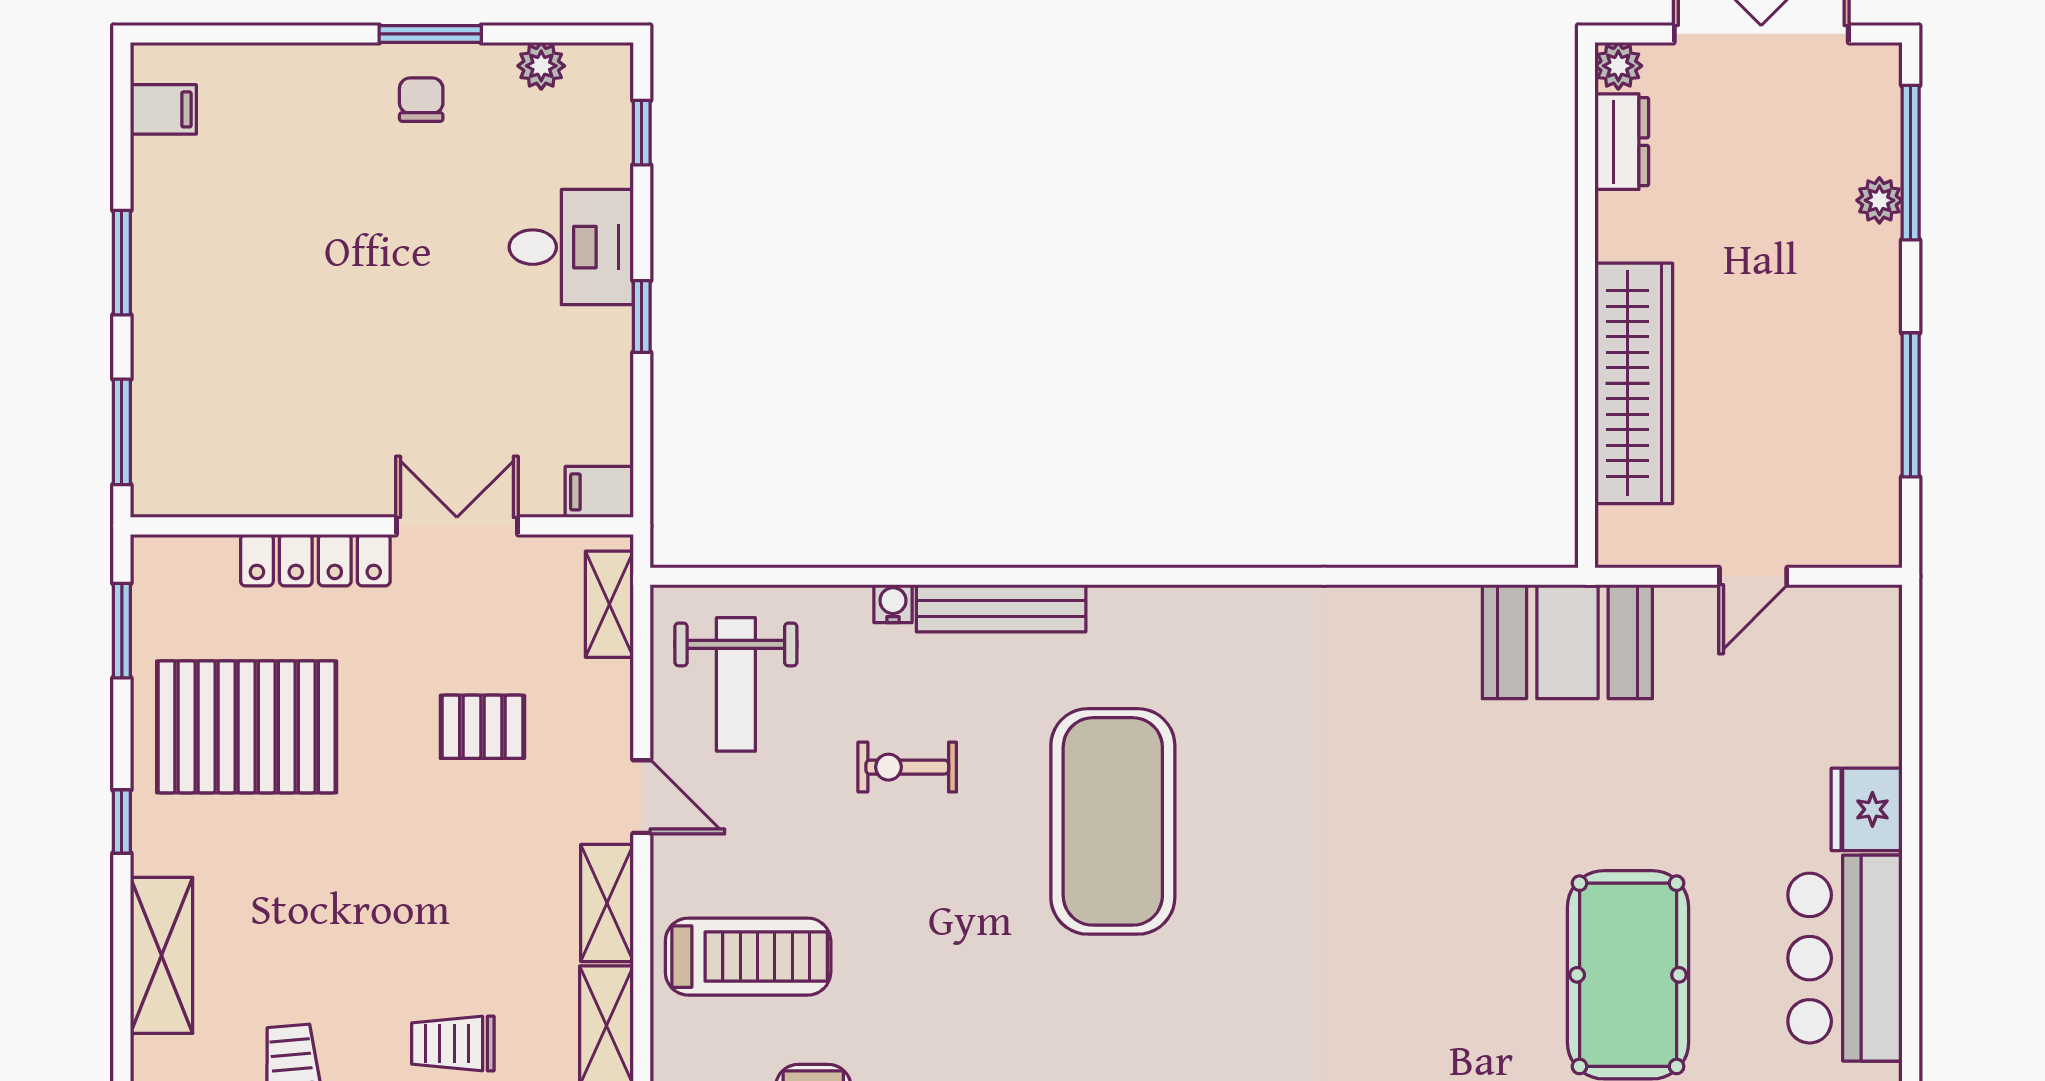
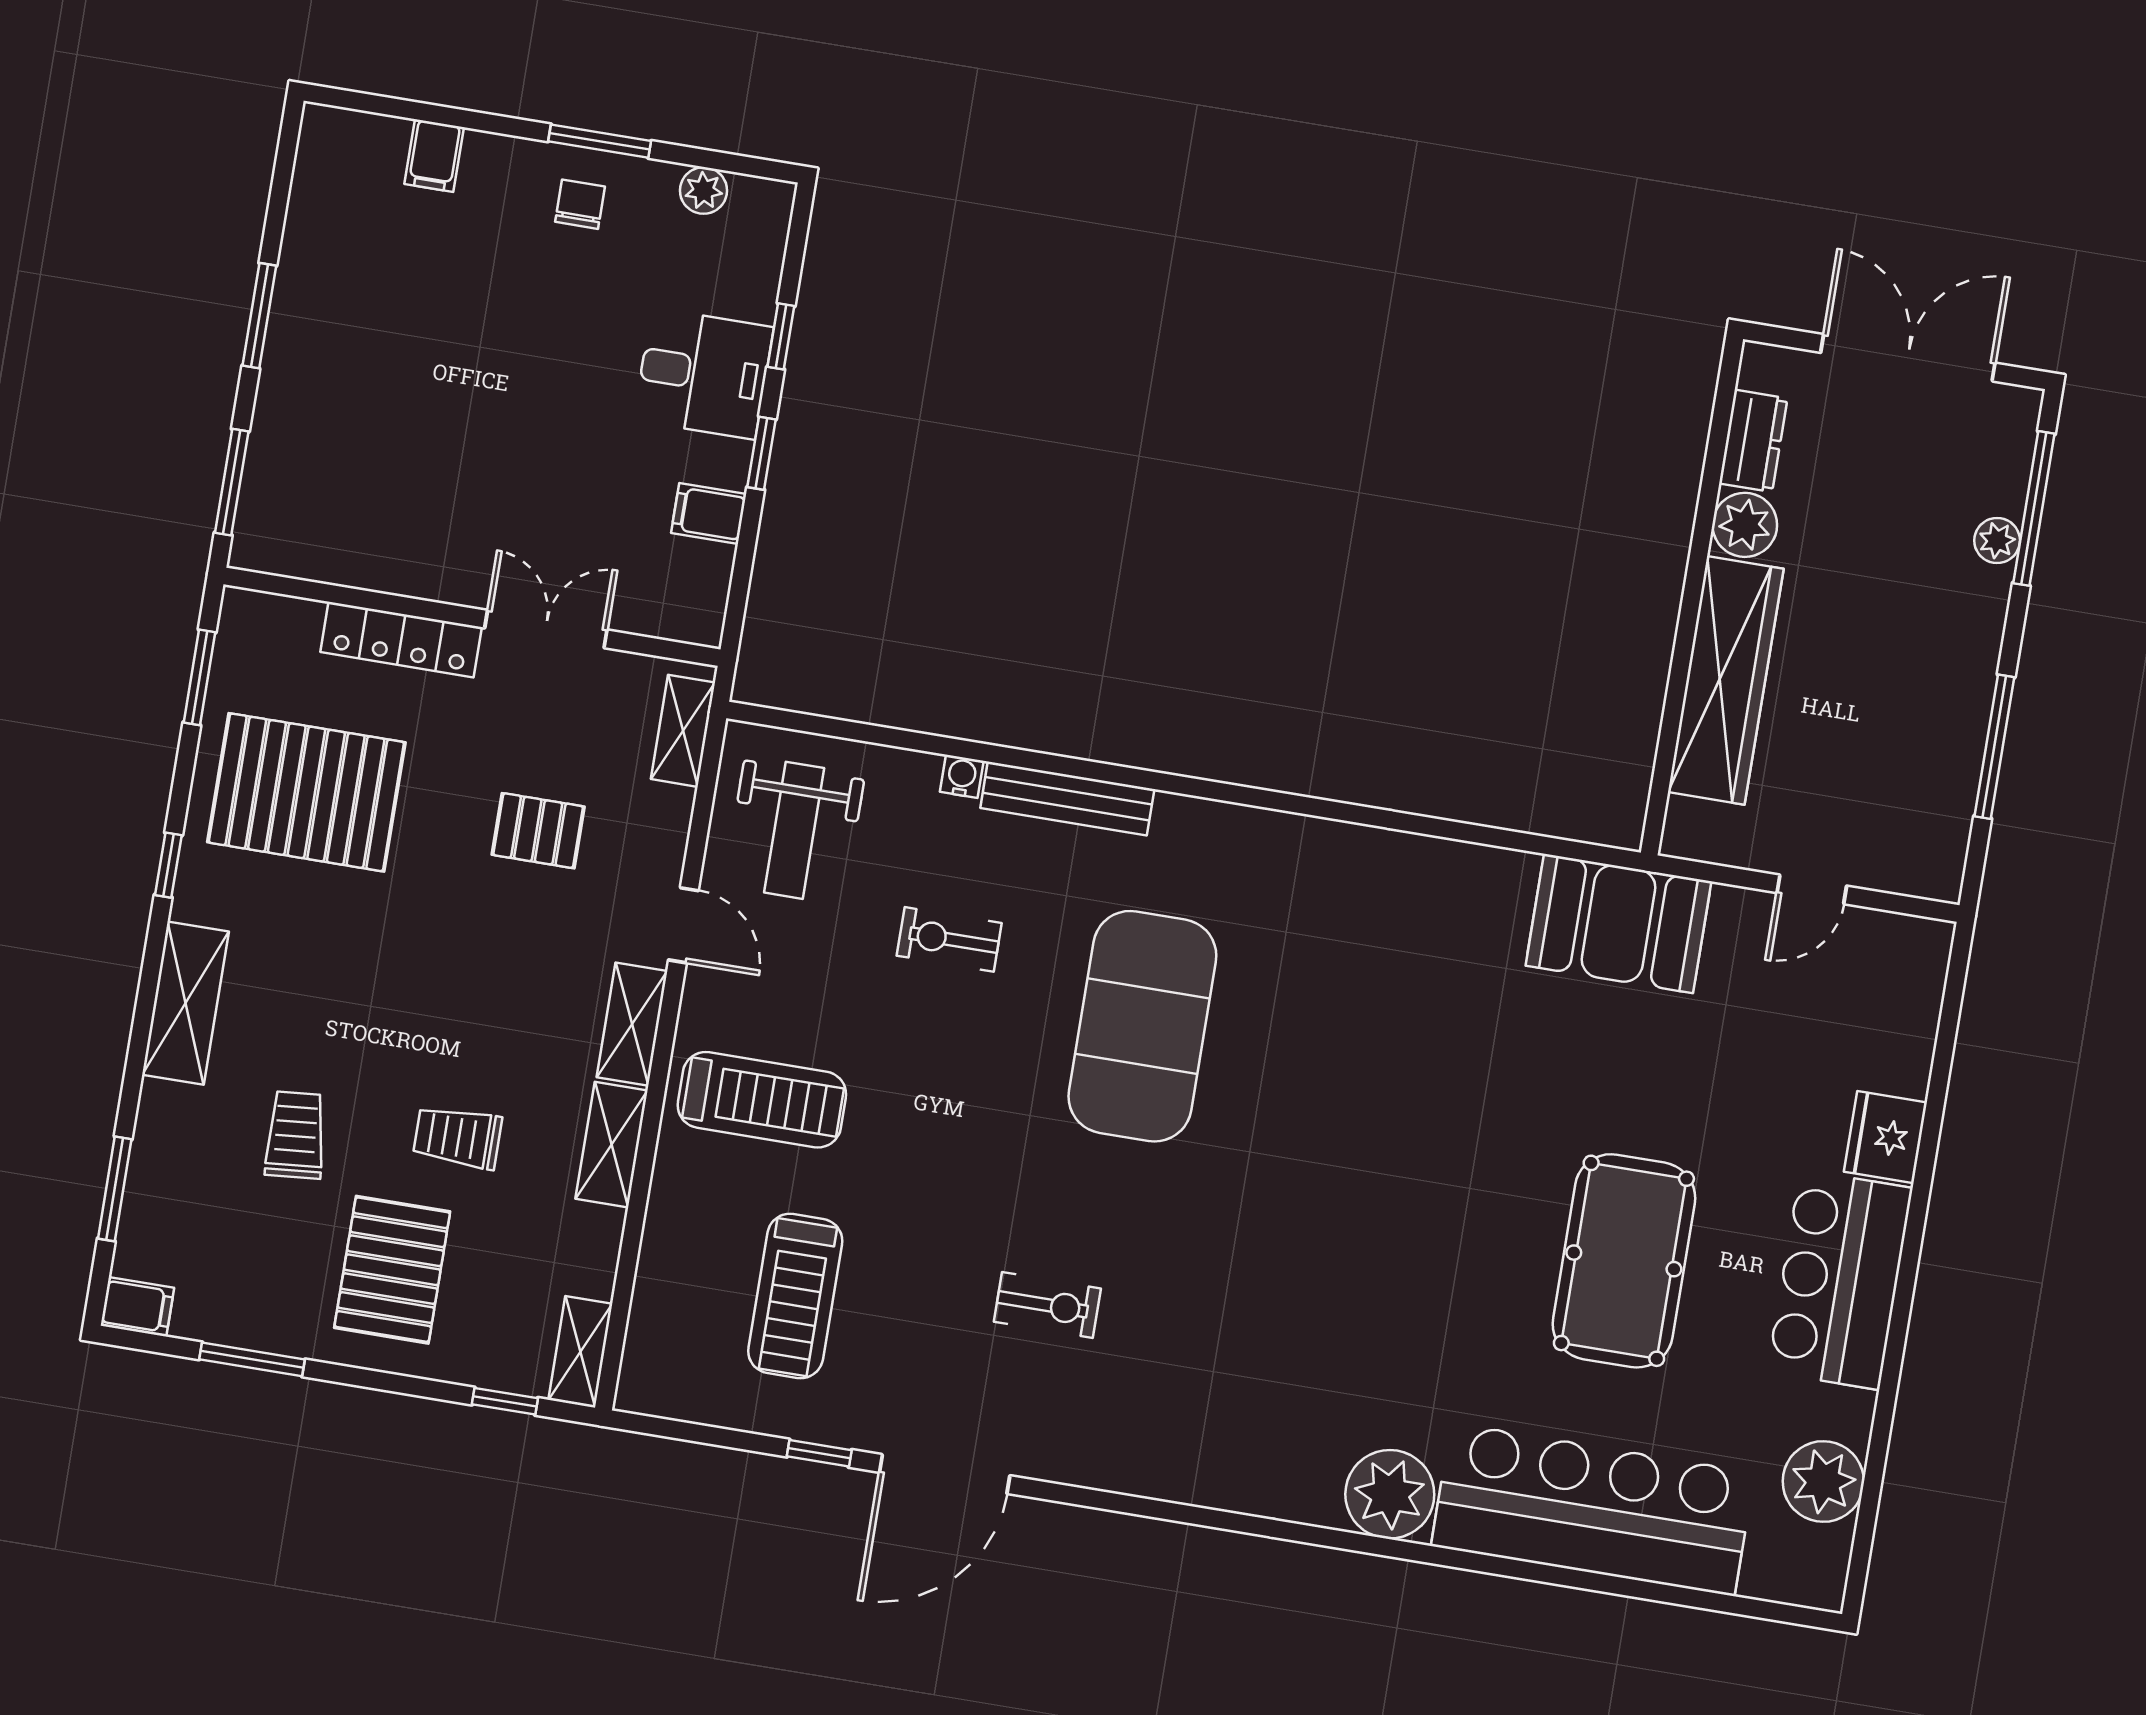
plant: (1618, 66) -> (1745, 525), moved, width x1.38, depth x1.38
filing cabinet: (163, 109) -> (434, 156), moved, turned 90
window: (642, 133) -> (781, 336), moved
filing cabinet: (599, 492) -> (709, 513), moved

